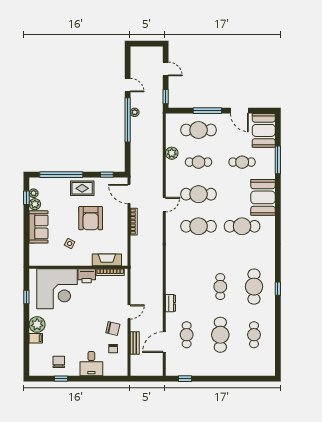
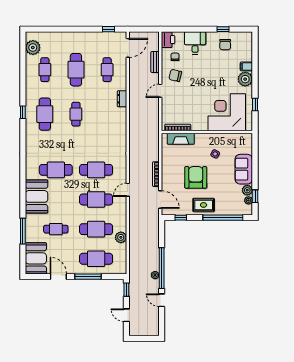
cafe table: (199, 162) -> (96, 229), width x1.37, depth x1.35
printer: (87, 276) -> (168, 40), moved, turned 90
door: (164, 342) -> (128, 48), moved
plant: (267, 359) -> (33, 48), added

